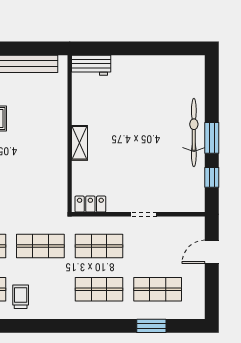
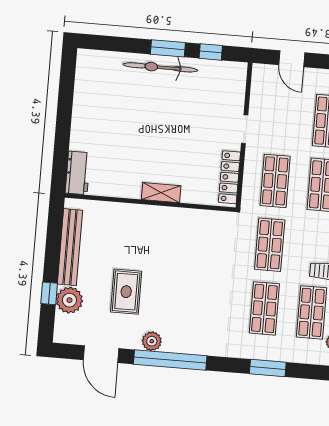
locker: (90, 204) -> (229, 177), width x1.53

